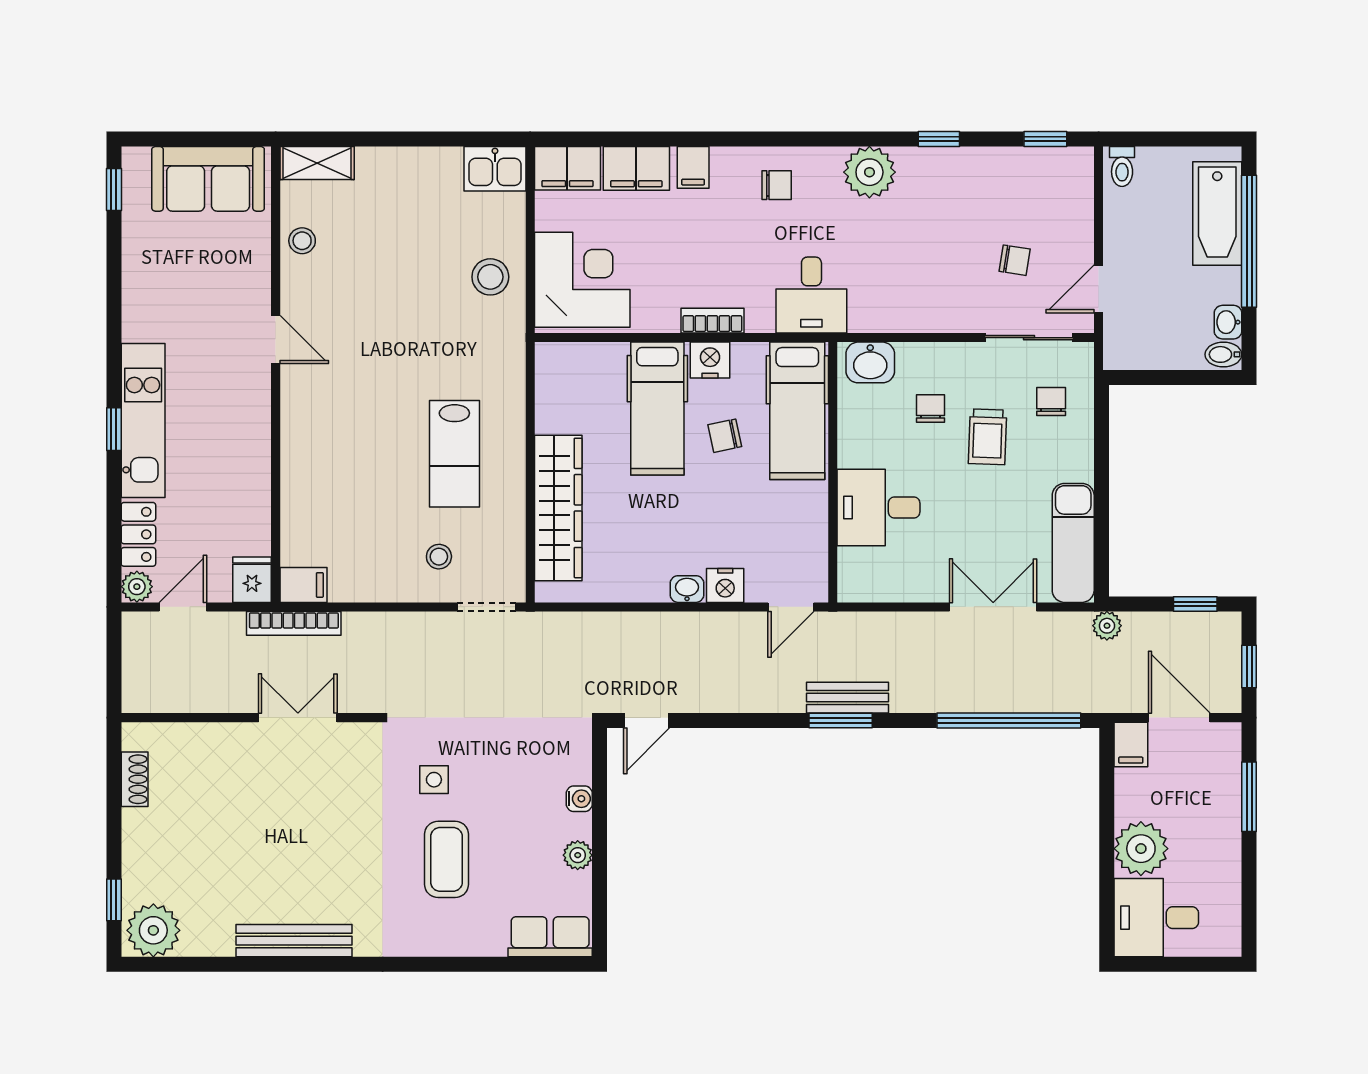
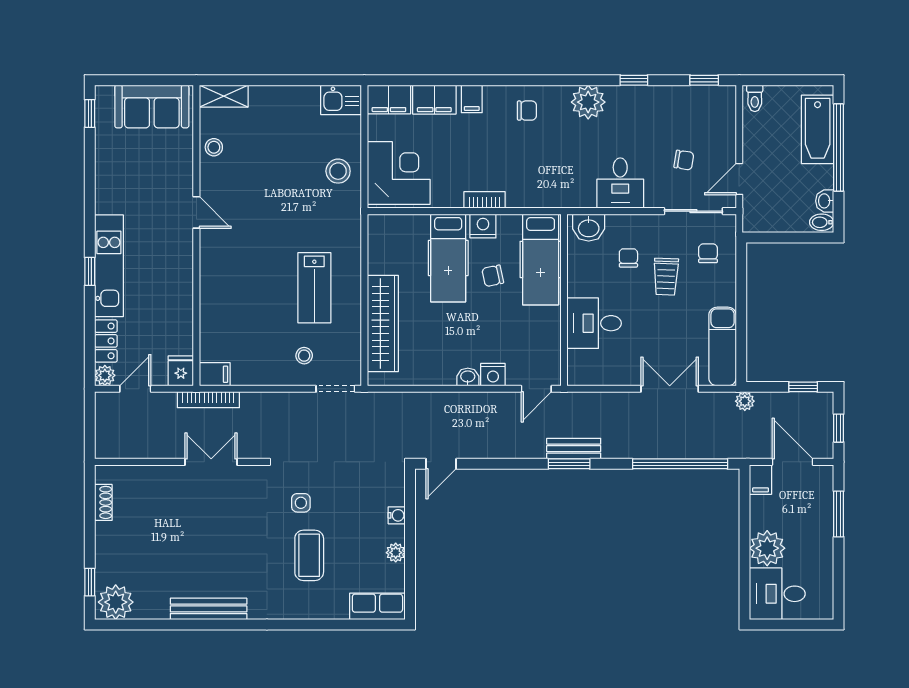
desk: (811, 295) -> (620, 183), moved

